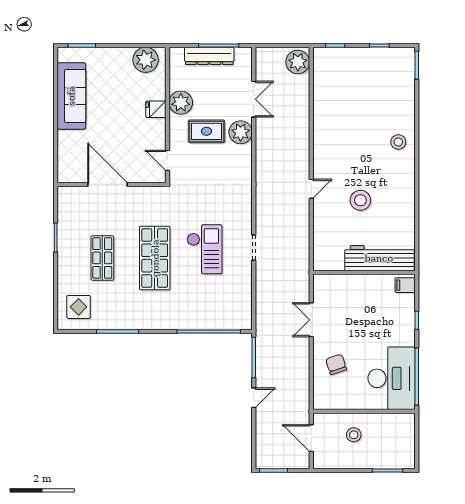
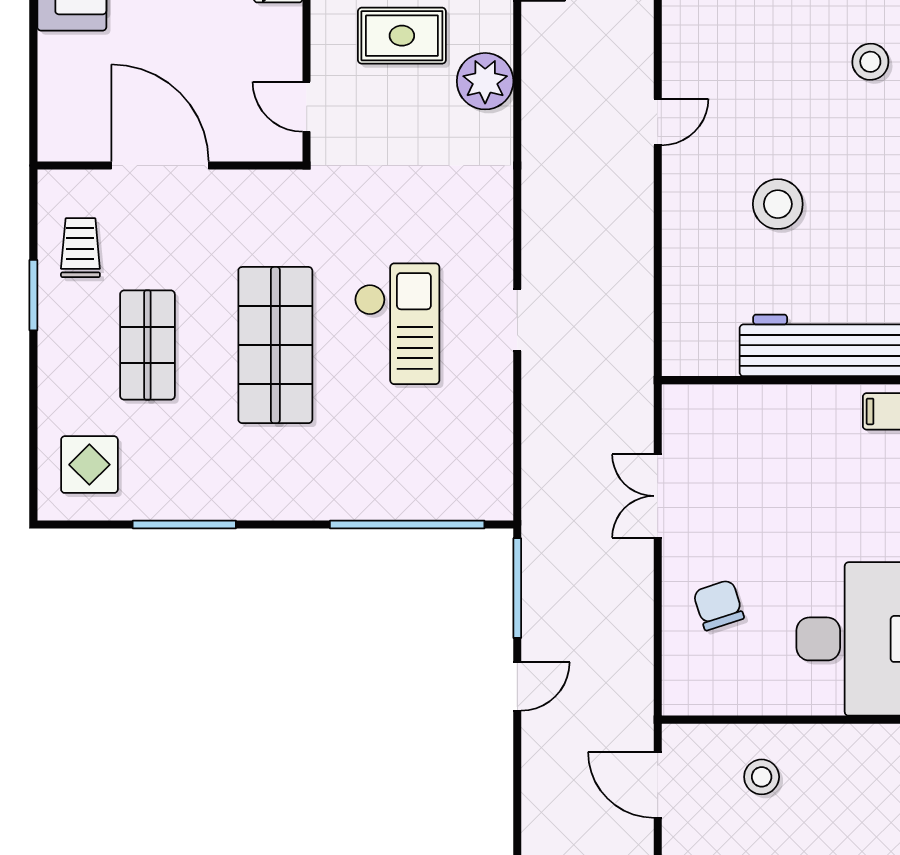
plant: (241, 132) -> (485, 81), moved
door: (311, 189) -> (658, 122), moved
trolley: (75, 218) -> (80, 248), added

